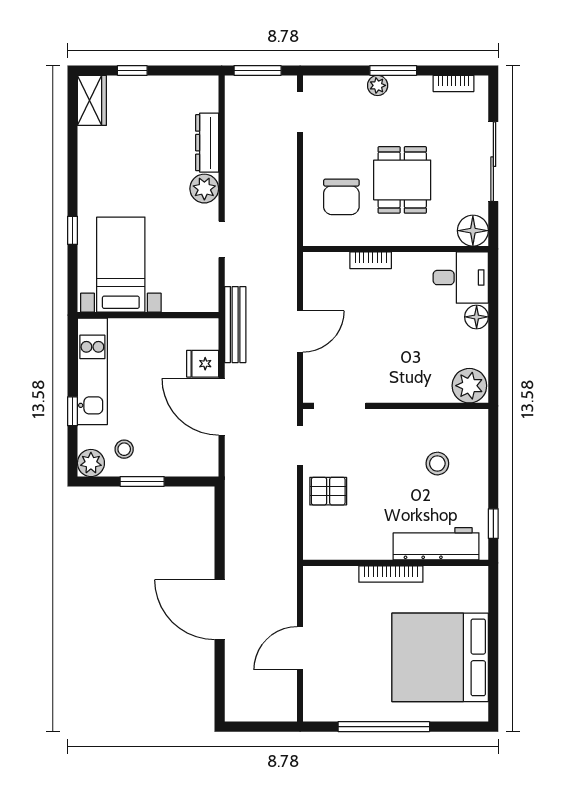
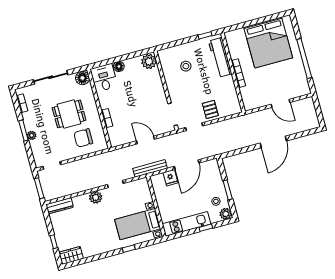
dresser: (207, 143) -> (60, 206), moved
chair: (341, 197) -> (83, 138), turned 180

